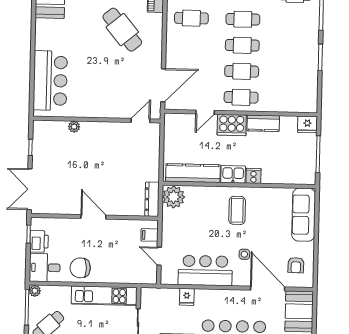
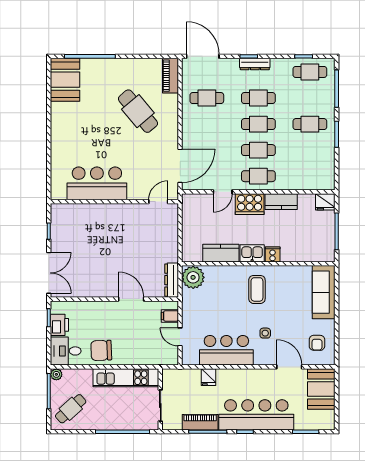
cafe table: (294, 46) -> (310, 124), added
bar counter: (50, 81) -> (97, 183), moved, turned -90
plant: (74, 127) -> (92, 209), removed
kitchen counter: (193, 173) -> (221, 253), width x0.67
double door: (30, 189) -> (49, 273), swing flipped
door: (93, 217) -> (131, 299), moved
door: (268, 288) -> (289, 367), width x0.73

